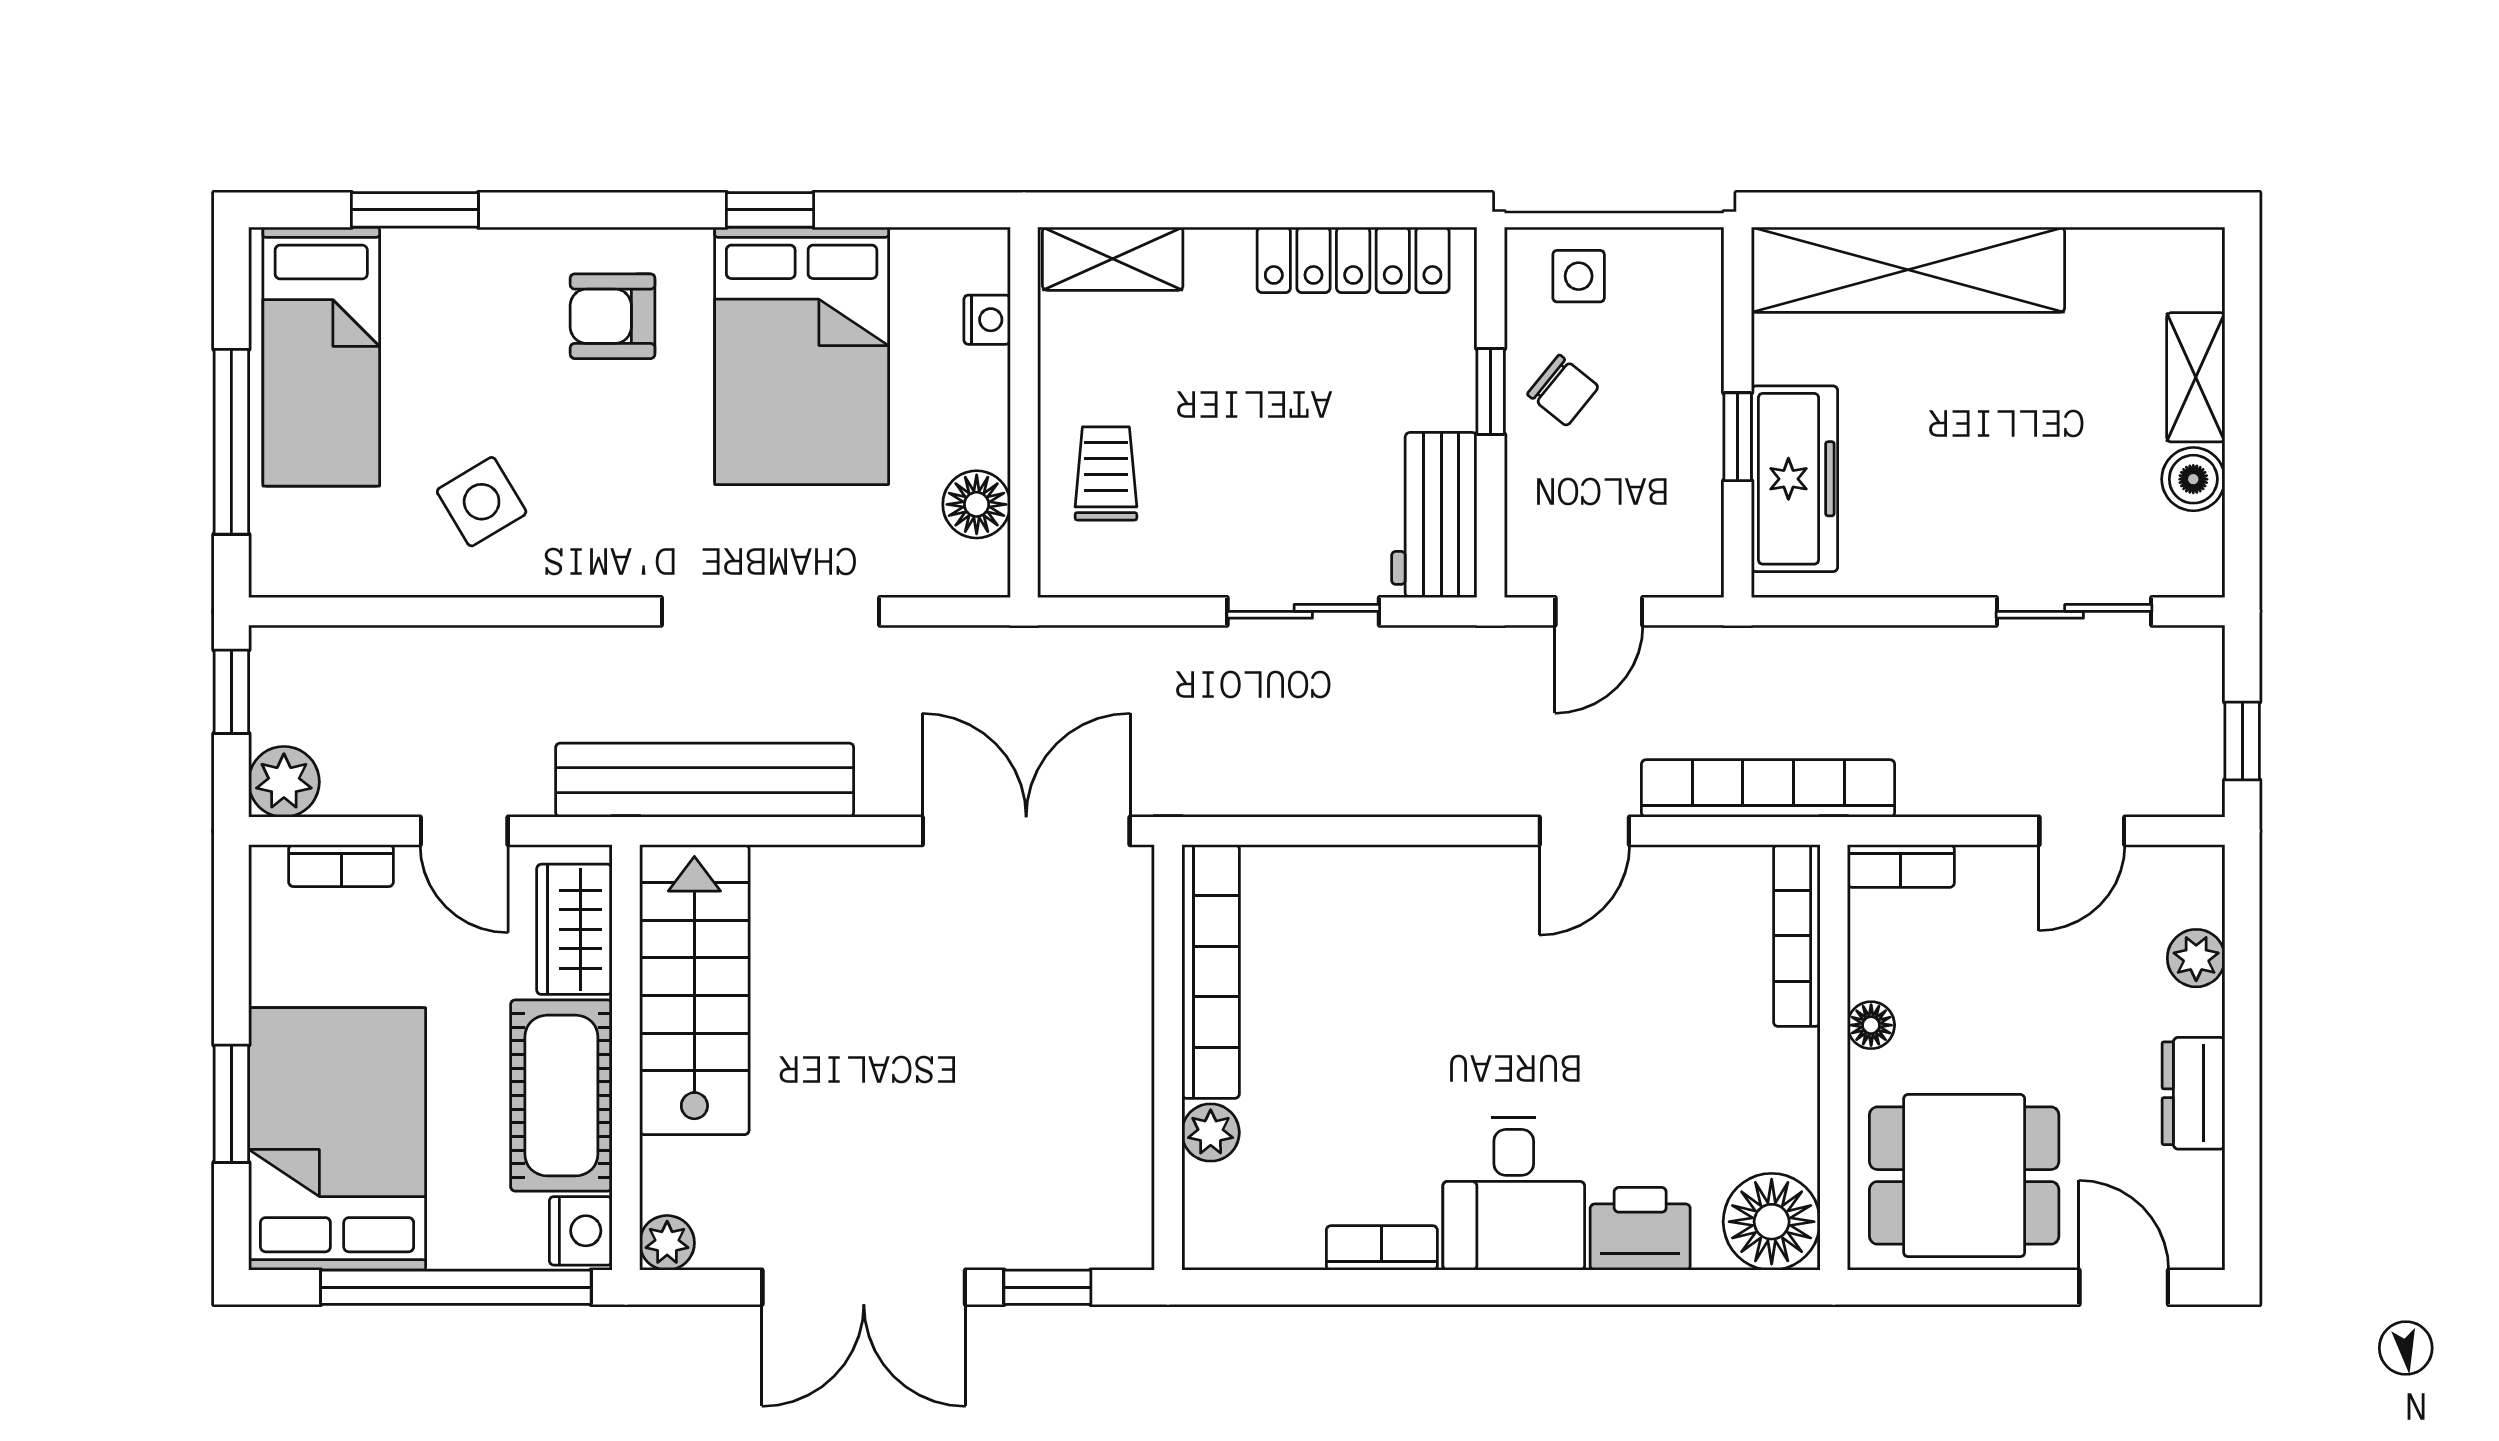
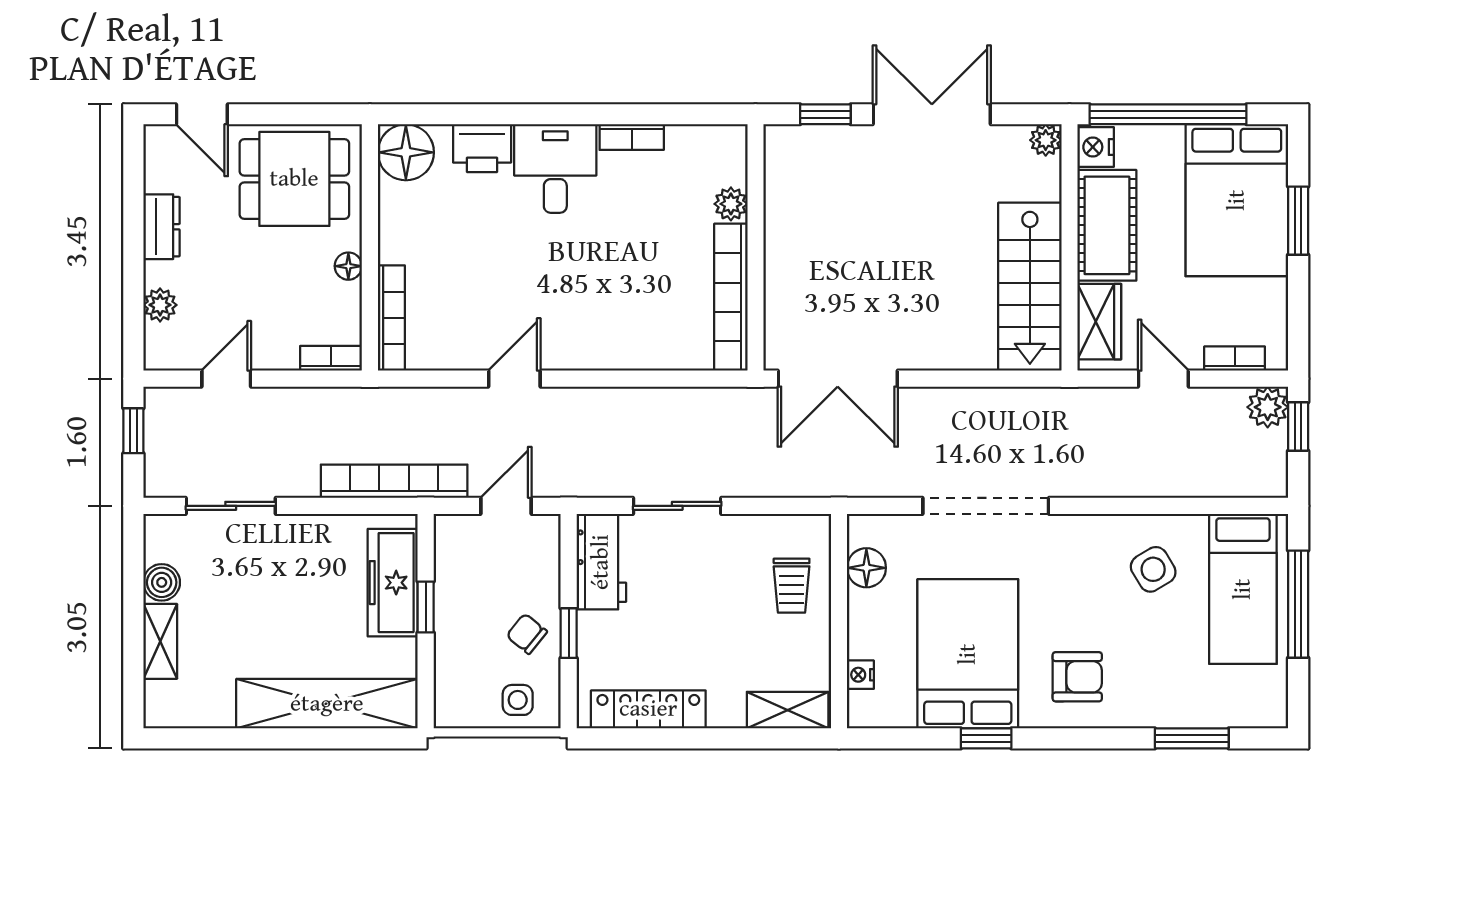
bed: (321, 357) -> (1243, 589), moved, turned 180
window: (231, 692) -> (1298, 426), moved
bench: (705, 780) -> (1024, 408), removed
bookcase: (1768, 788) -> (394, 481), moved, turned 180

